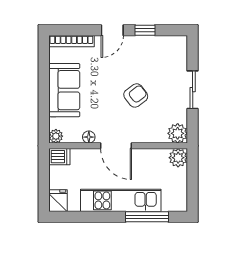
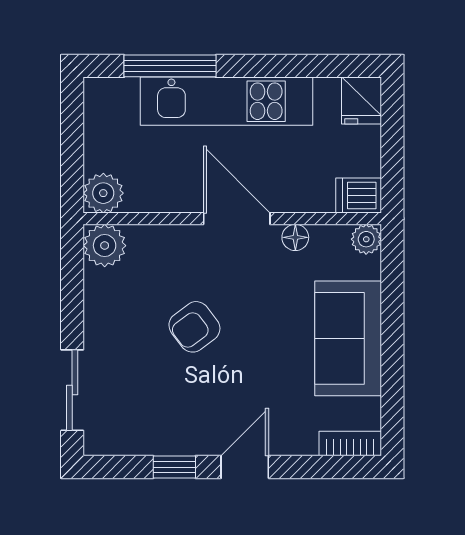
bookcase: (71, 41) -> (350, 444), width x0.64
sliding door: (193, 90) -> (72, 390), moved

